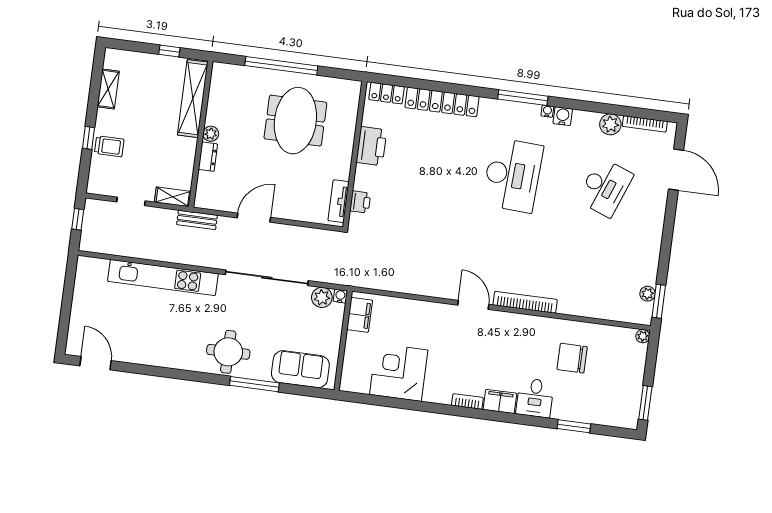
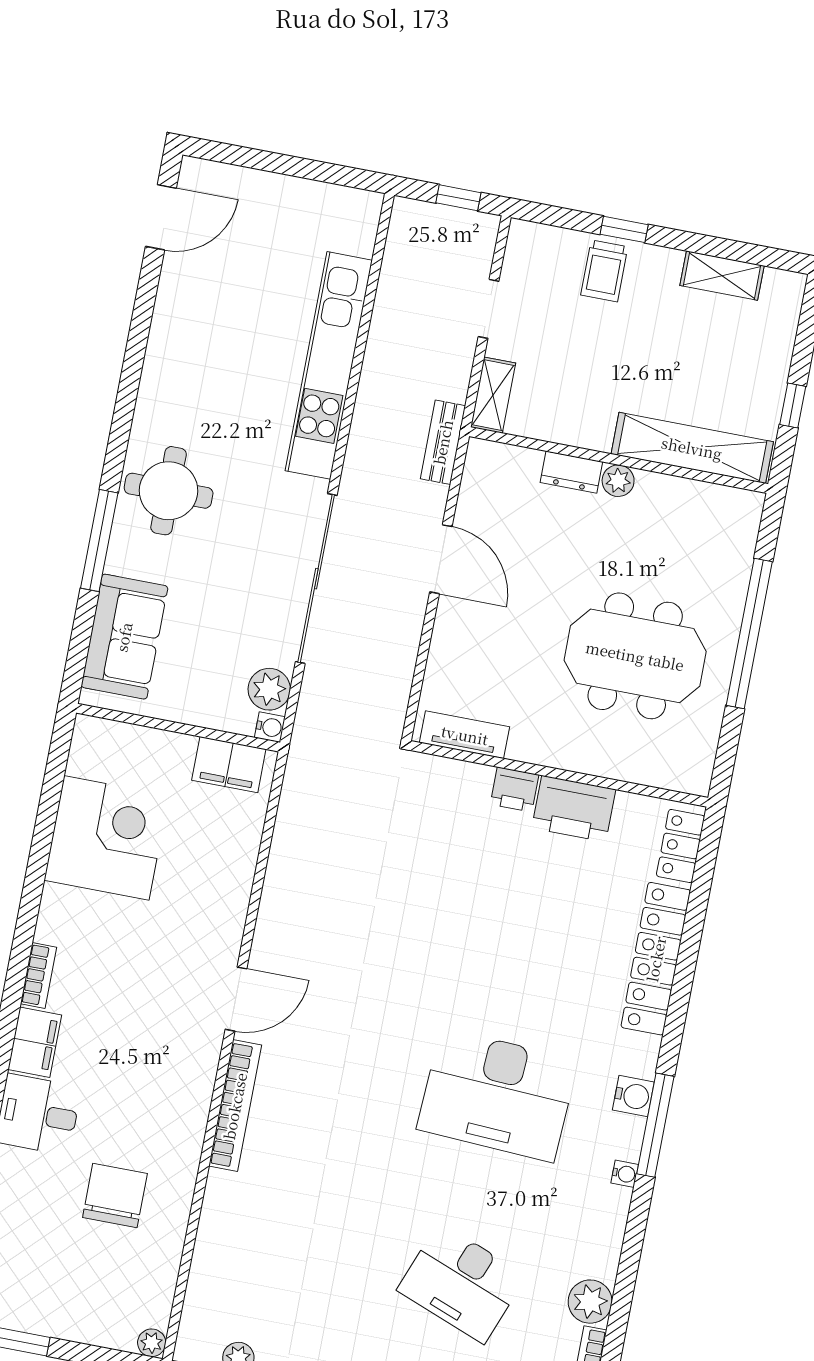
water cooler: (563, 116) -> (633, 1096), moved
printer: (360, 202) -> (515, 789), moved

